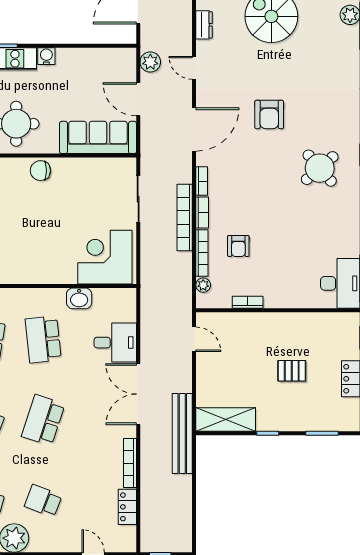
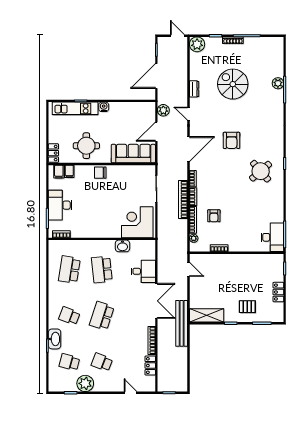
door: (138, 99) -> (156, 132), hinge flipped
pallet: (292, 371) -> (247, 307), moved
double door: (138, 394) -> (156, 301), swing flipped

